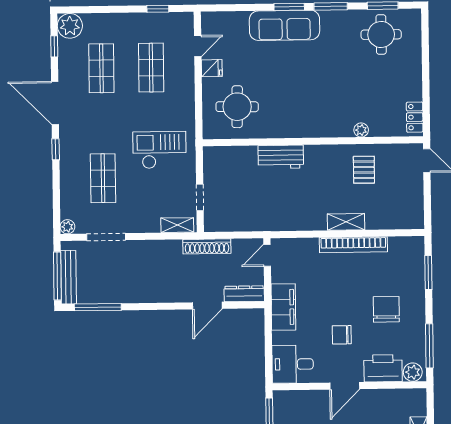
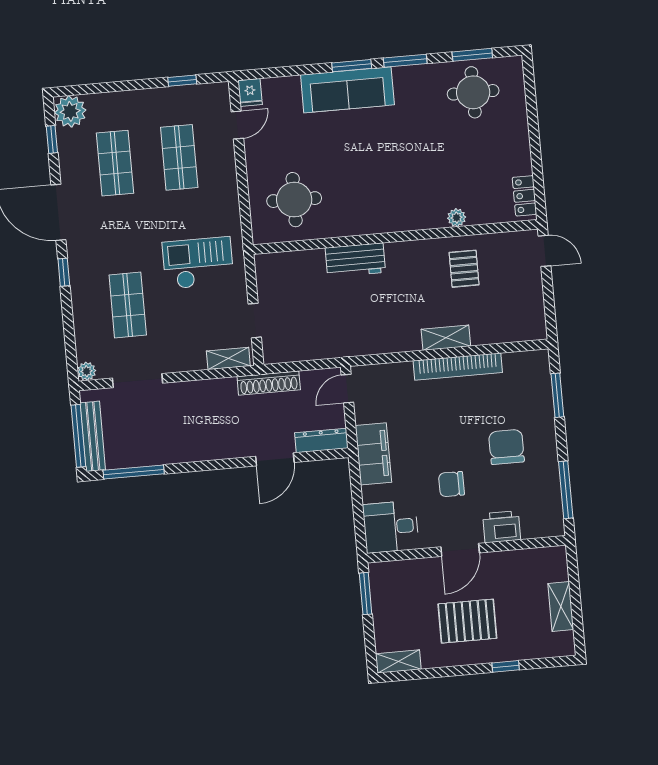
fridge: (212, 68) -> (250, 92), moved, turned 90
printer: (383, 368) -> (502, 527), width x0.73, depth x0.84
plant: (413, 372) -> (547, 525), removed

